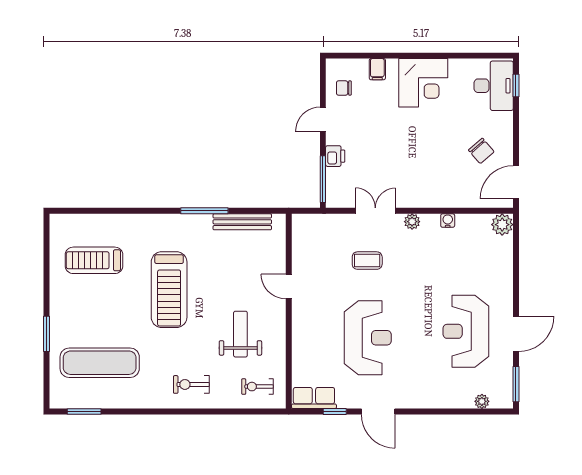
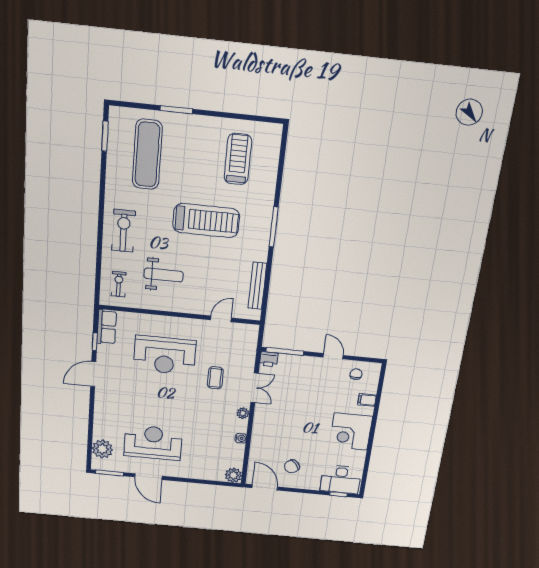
printer: (335, 156) -> (269, 359), moved
window: (204, 211) -> (274, 227), moved
door: (289, 286) -> (221, 319), moved
treadmill: (169, 290) -> (206, 221), turned 180
reception desk: (368, 338) -> (165, 355), moved
exercise bike: (191, 384) -> (123, 231), width x1.38, depth x1.39
plant: (482, 401) -> (102, 449), width x1.88, depth x1.88

